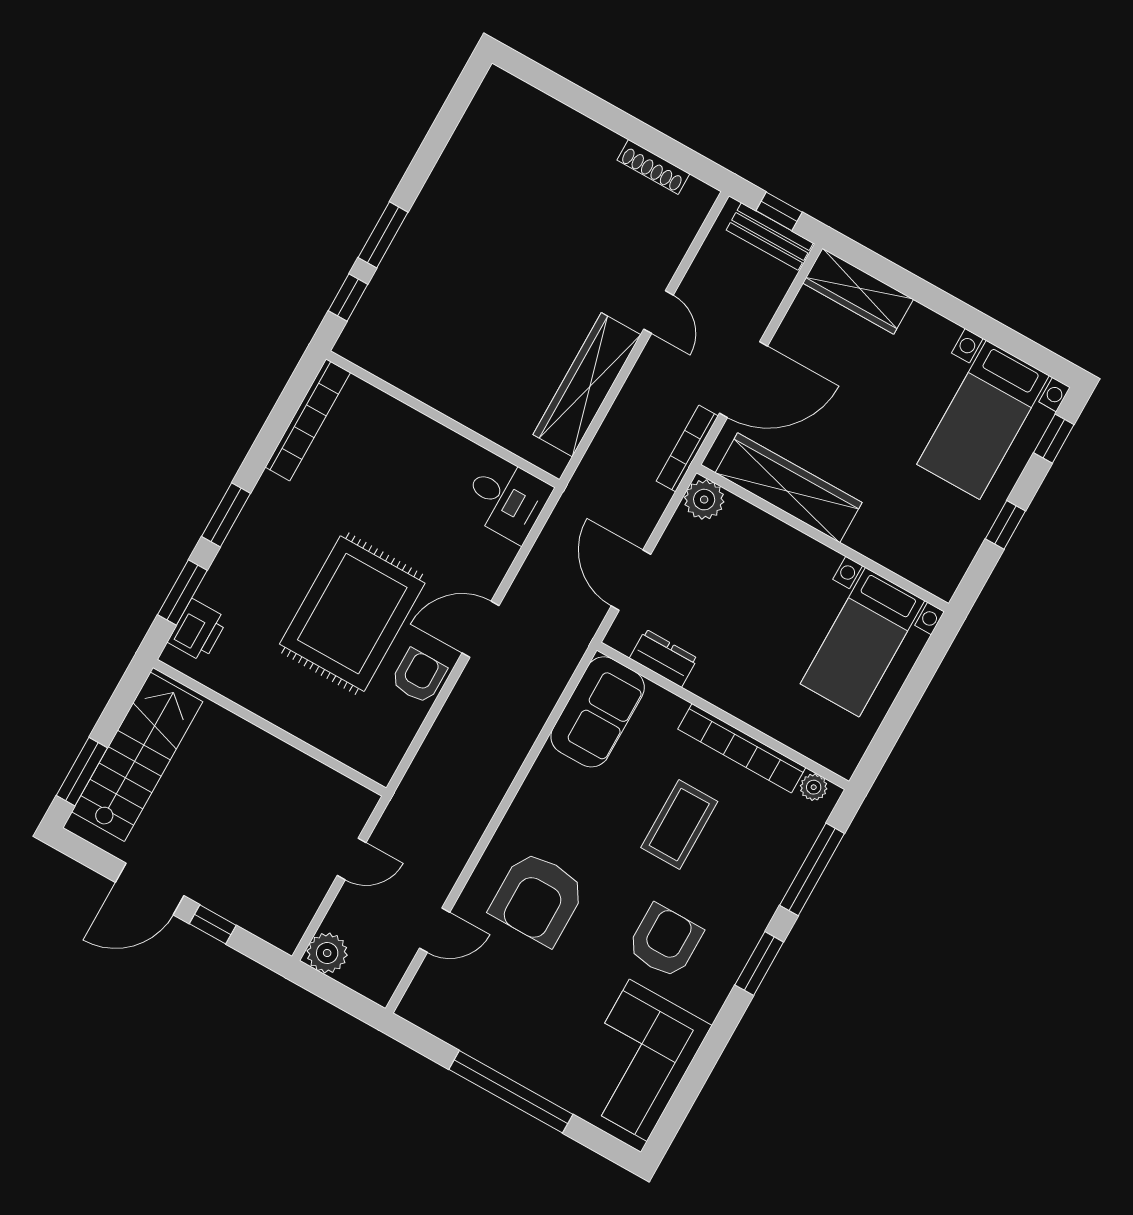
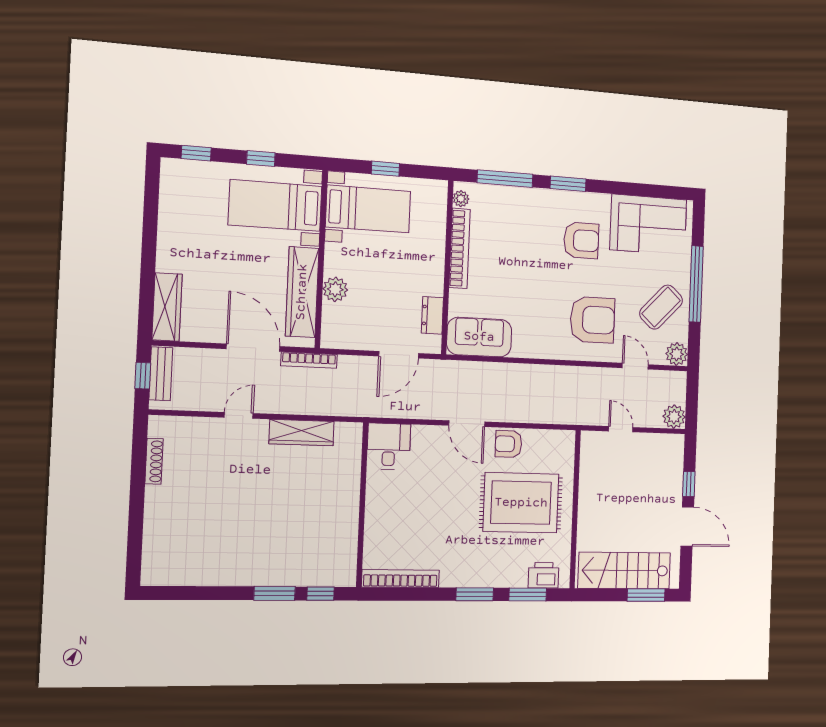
wardrobe: (587, 385) -> (302, 433), width x0.71, depth x0.85
bed with nightstands: (983, 420) -> (275, 206), moved, turned 180
plant: (704, 500) -> (335, 289), moved
rug: (352, 614) -> (521, 503), moved
window: (909, 697) -> (385, 169), added
coffee table: (679, 825) -> (661, 307), moved, turned -47
armchair: (665, 941) -> (581, 240), turned 180
plant: (420, 1006) -> (677, 354), added

